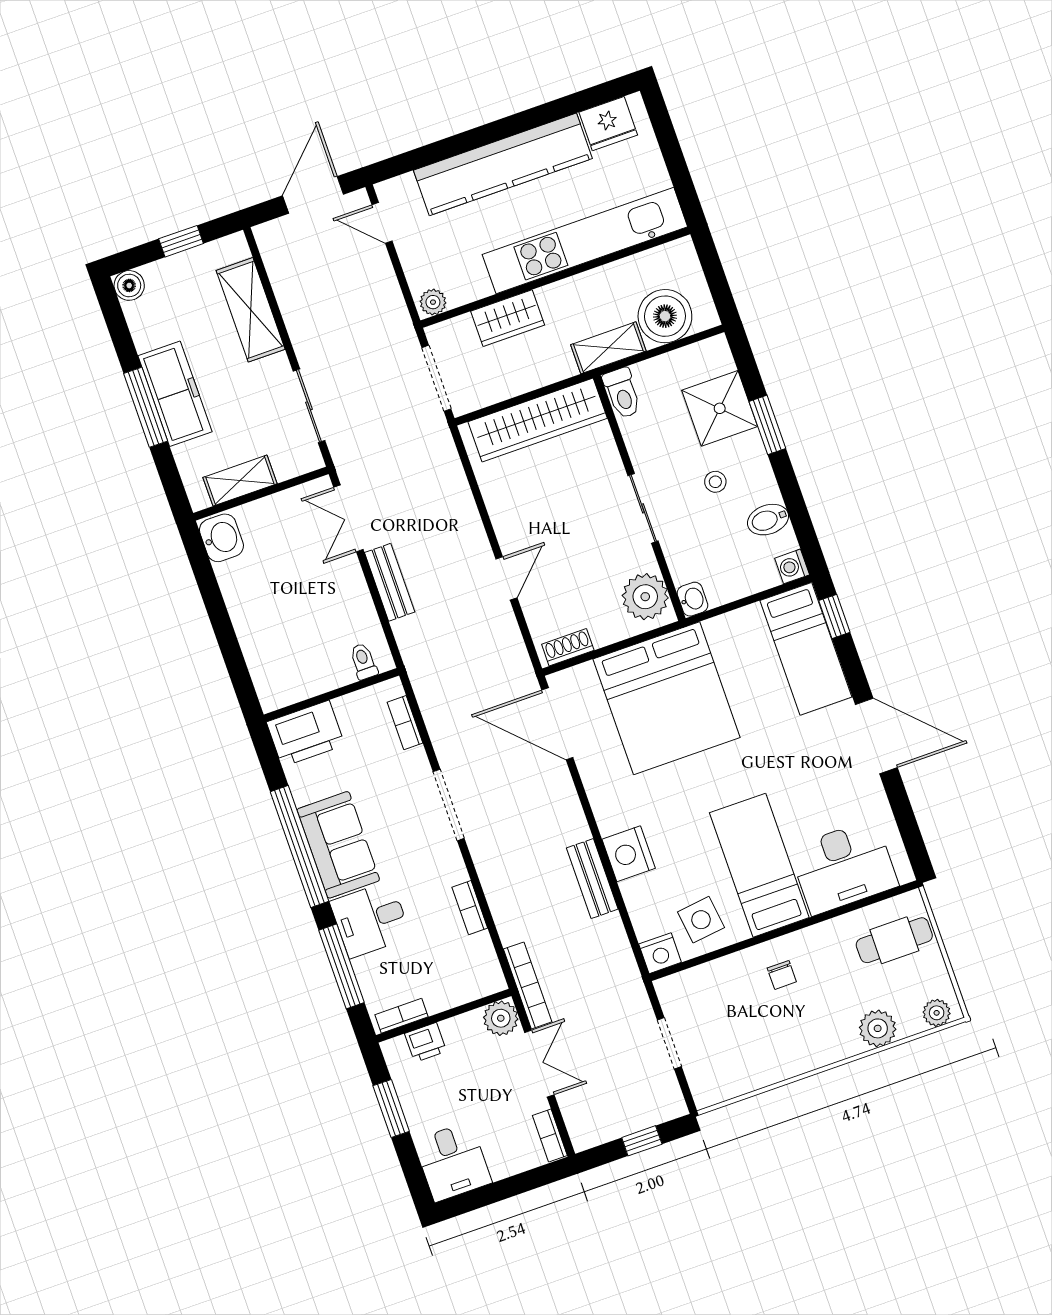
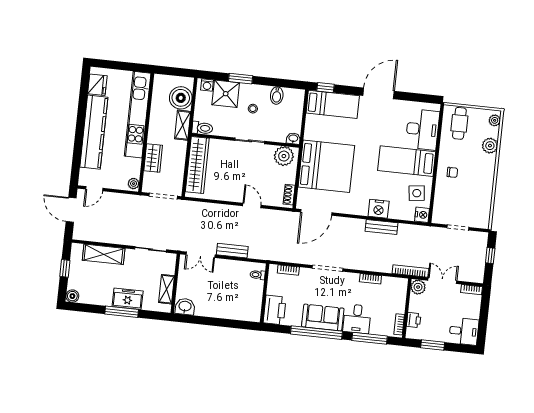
freezer: (175, 394) -> (128, 299), width x0.71
washing machine: (792, 566) -> (207, 85), moved

